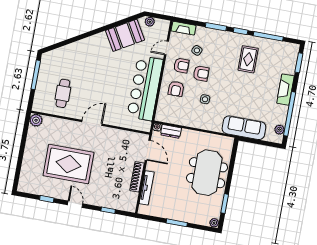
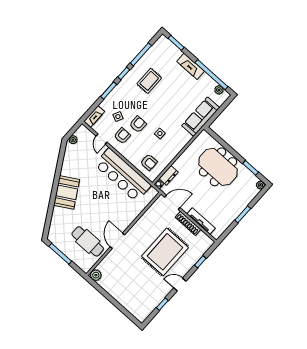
booth: (125, 35) -> (67, 192), moved
rug: (248, 59) -> (149, 81), turned 90
armchair: (176, 89) -> (149, 162), moved
cafe table: (63, 93) -> (88, 241), width x1.37, depth x1.35
door: (92, 123) -> (117, 241), moved
rug: (68, 164) -> (165, 252), moved

